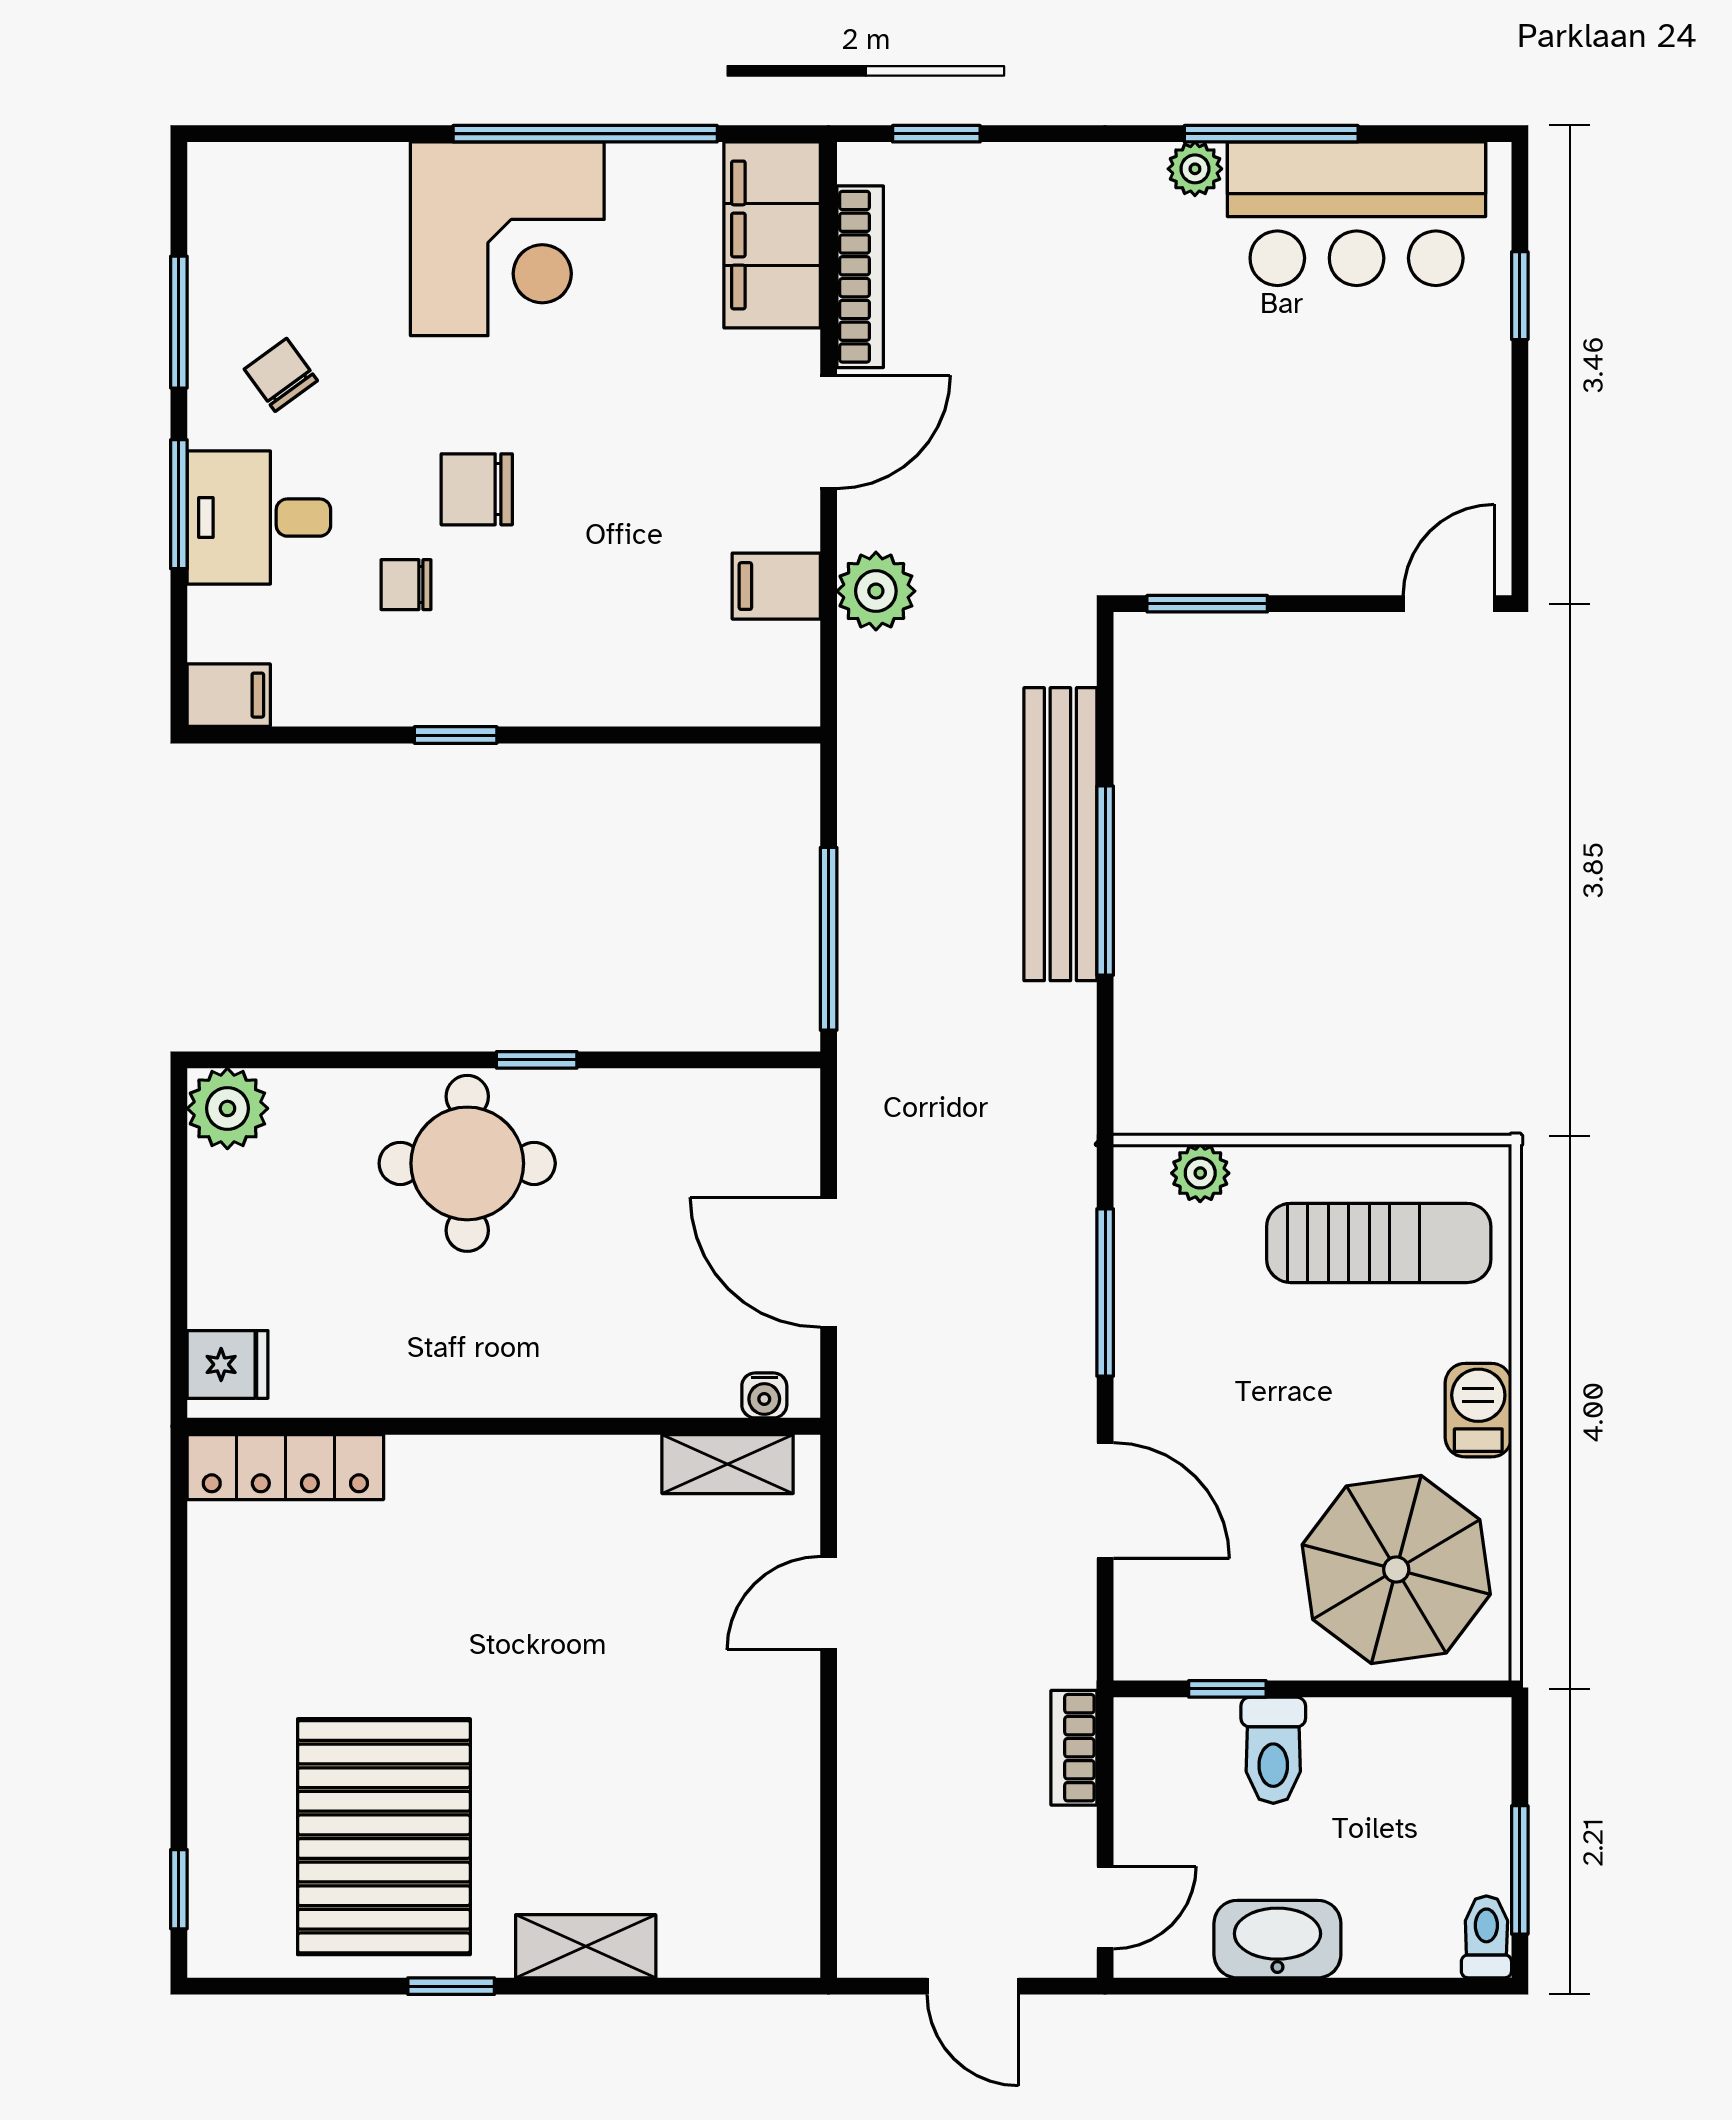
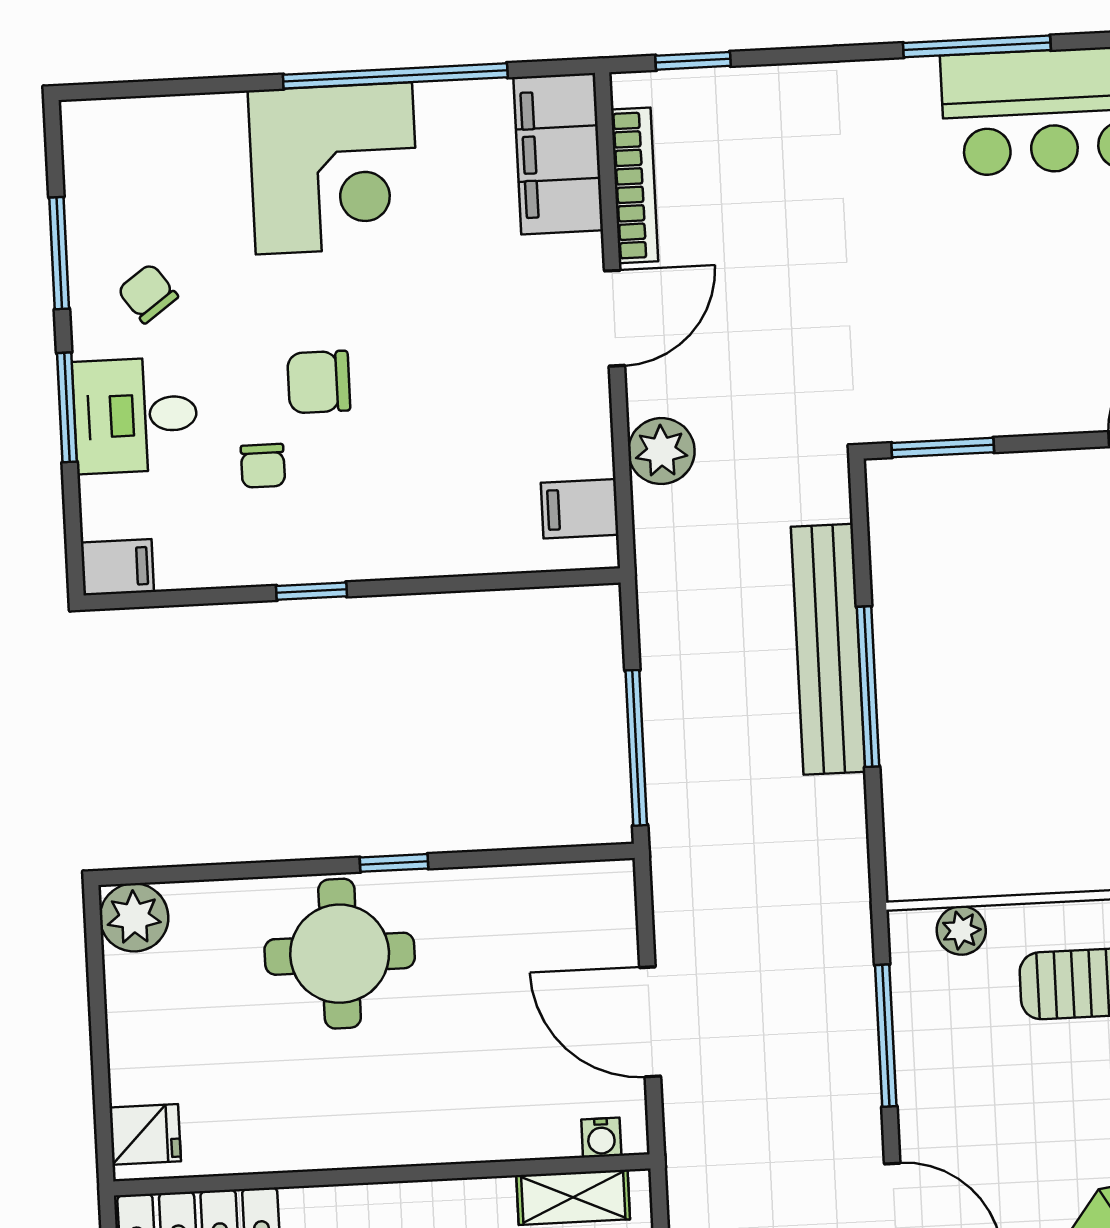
plant: (1195, 169) -> (914, 80), removed
chair: (406, 585) -> (263, 466), turned -90
filing cabinet: (776, 586) -> (580, 509), moved

